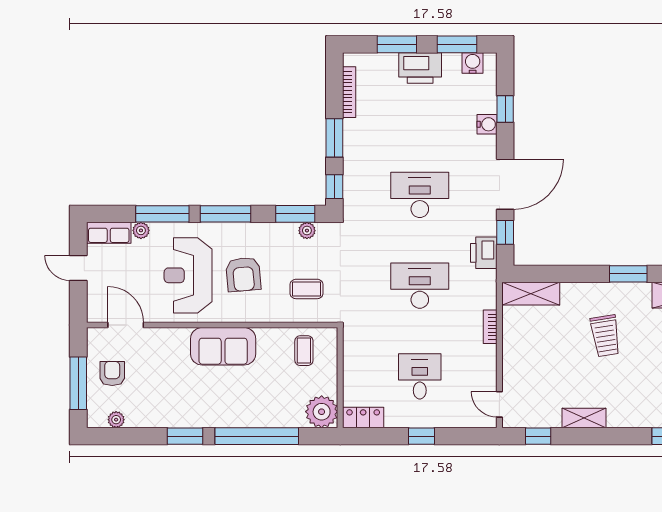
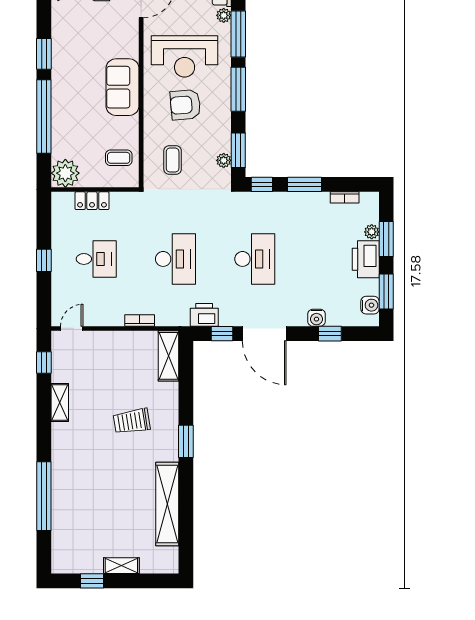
plant: (389, 61) -> (372, 232), added
bookcase: (349, 92) -> (345, 197), width x0.64
reception desk: (188, 275) -> (185, 56), turned 180
locker: (363, 418) -> (92, 201), moved, turned 90

